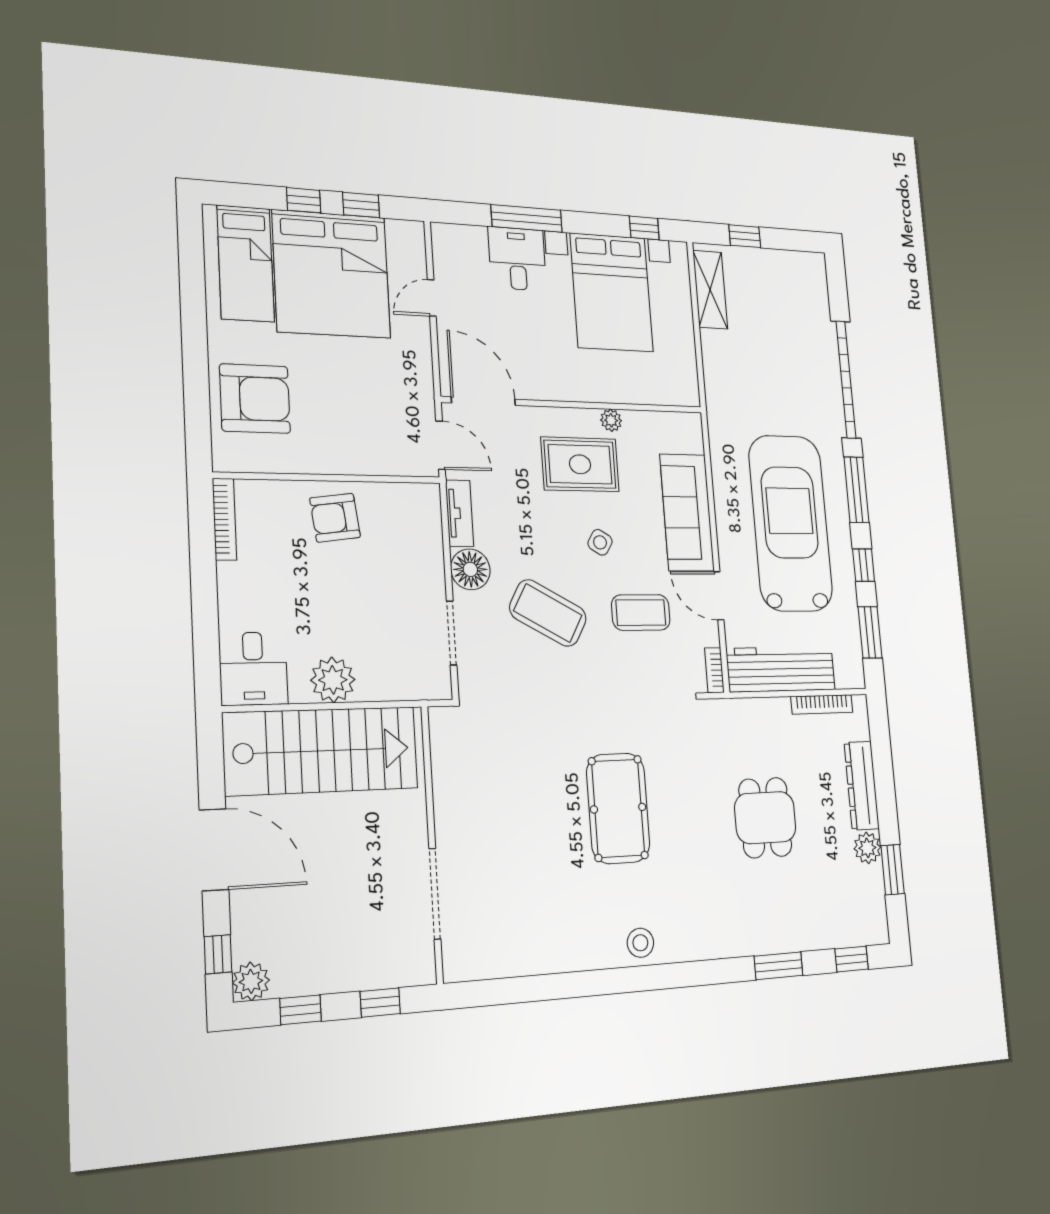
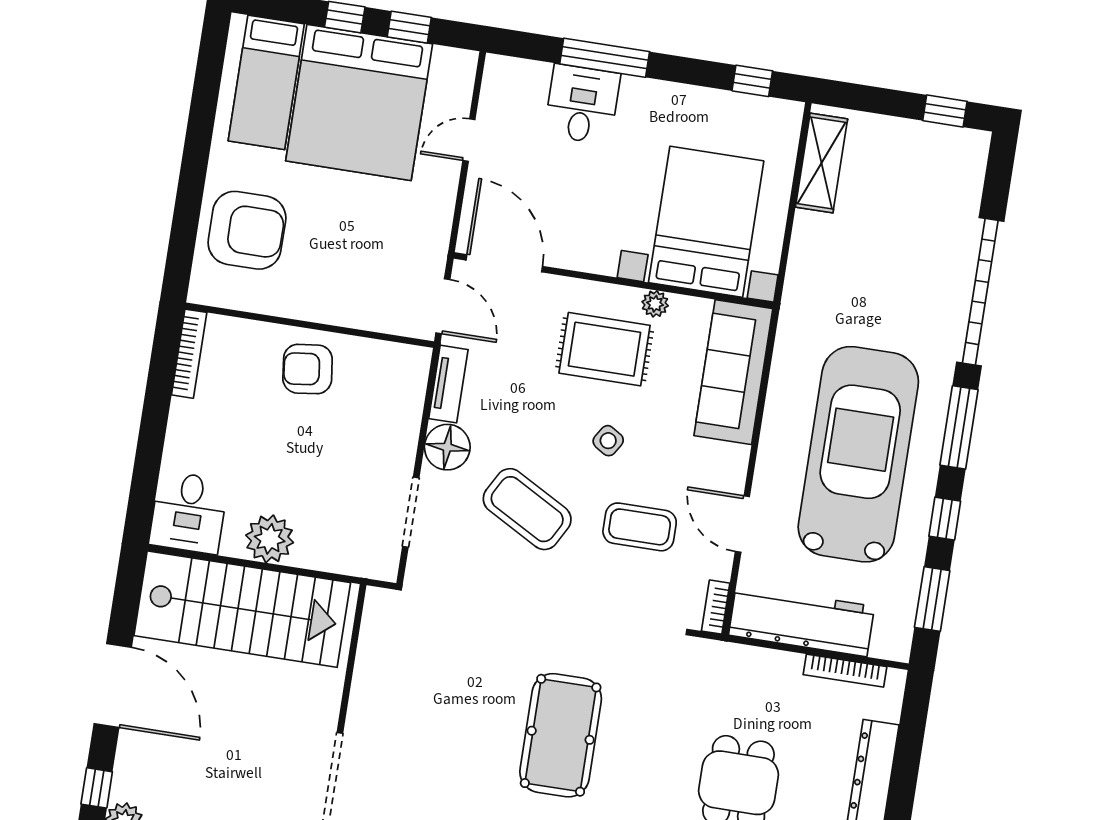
window: (745, 236) -> (945, 111), moved
bed with nightstands: (612, 292) -> (706, 222), moved, turned 180
sofa: (687, 513) -> (733, 372), moved

